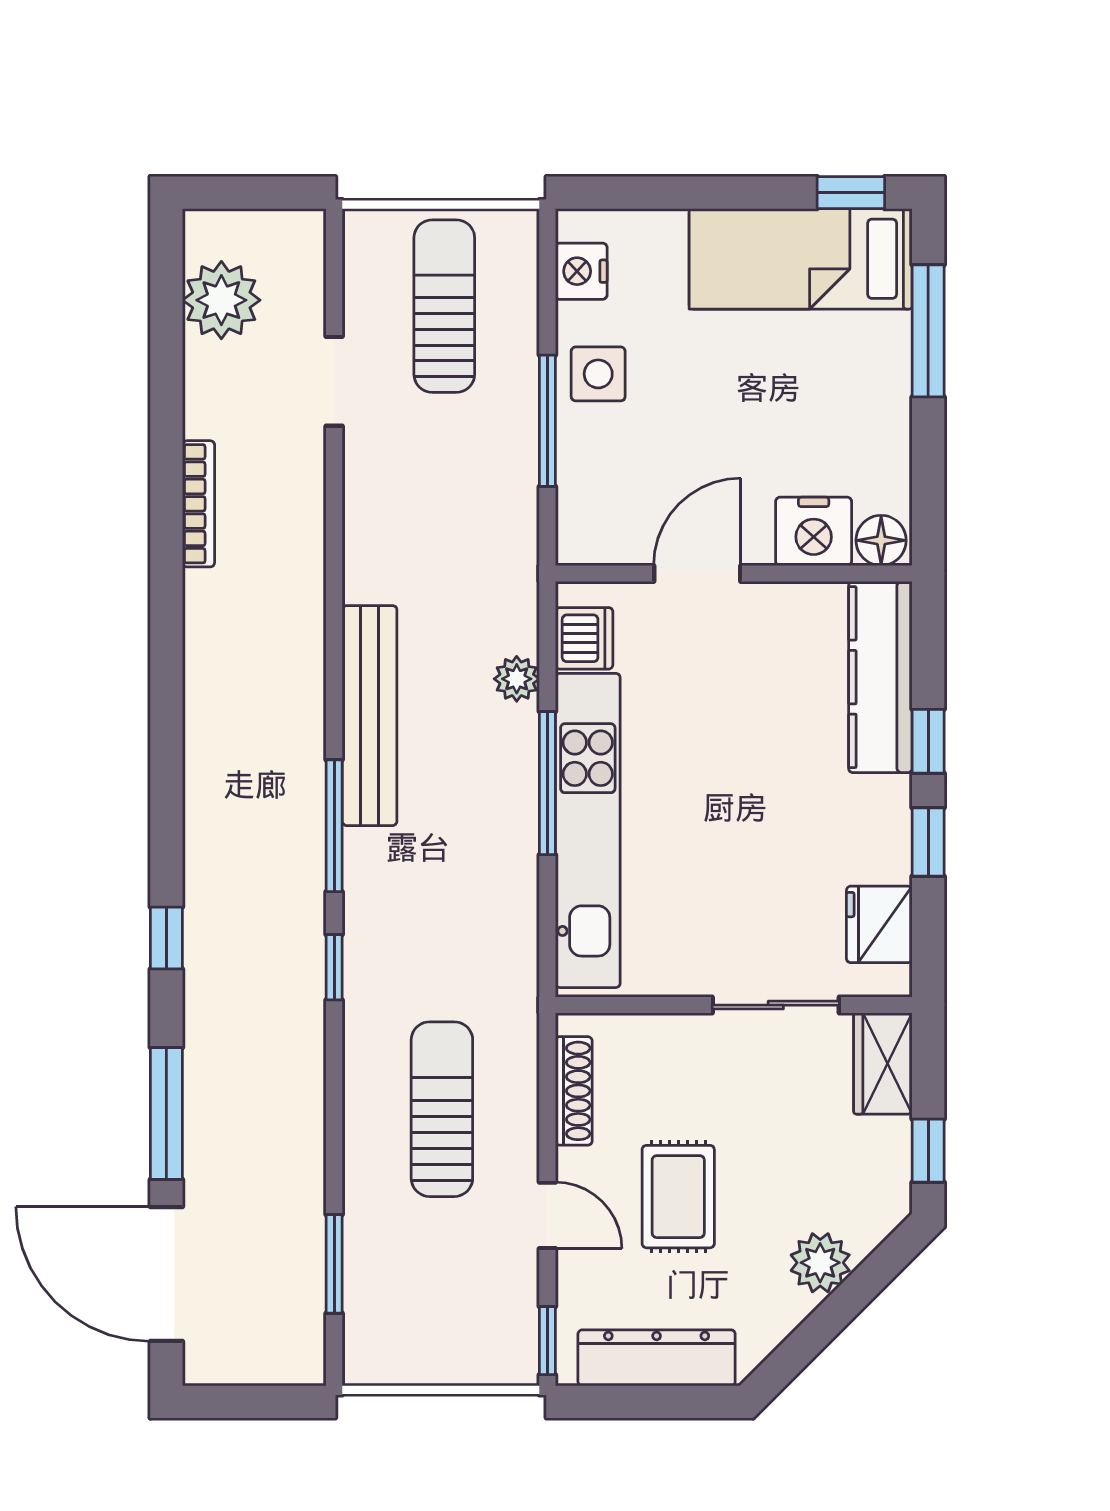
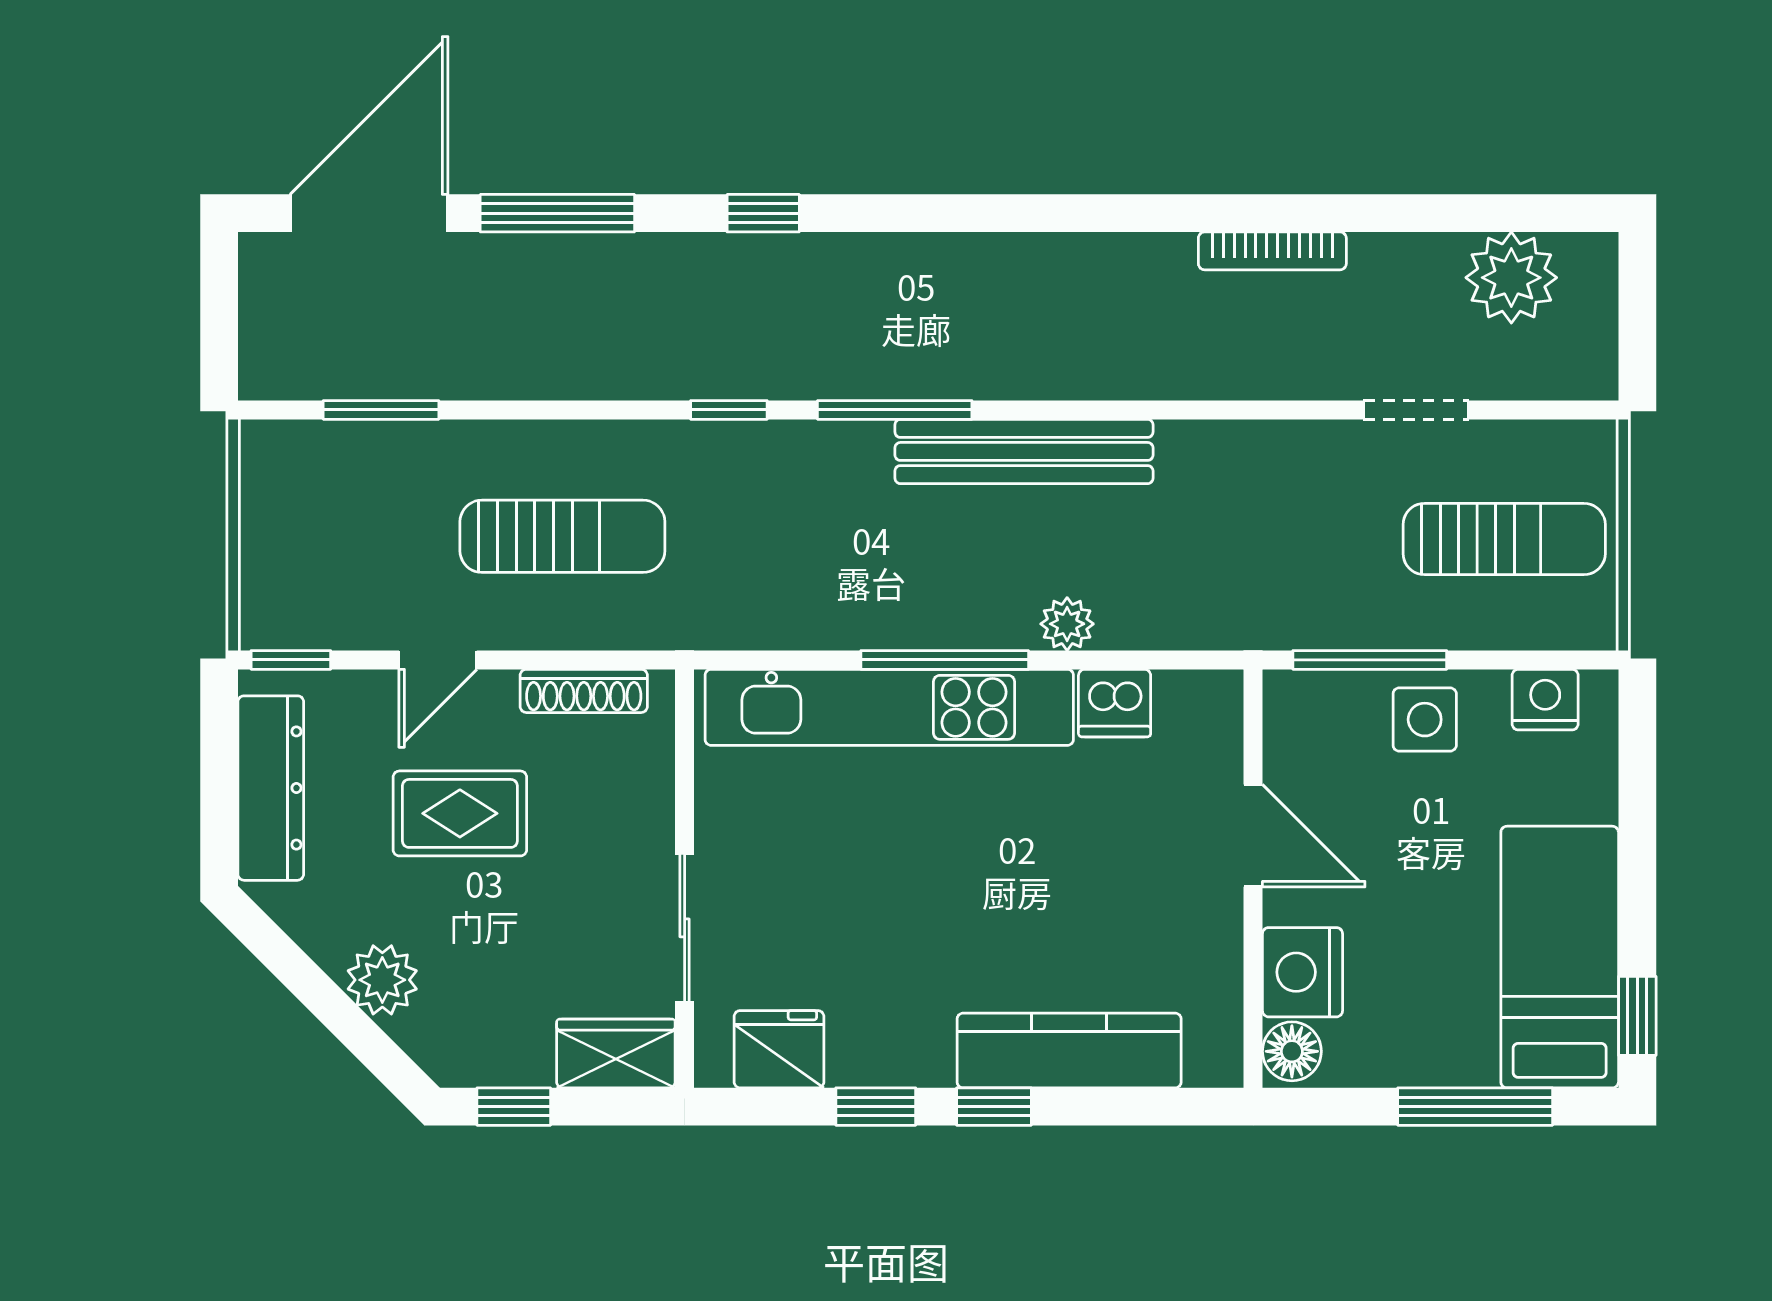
nightstand: (814, 531) -> (1302, 972), moved
floor lamp: (881, 540) -> (1292, 1051), moved
door: (697, 574) -> (1253, 836), moved
wall: (734, 574) -> (1253, 879), moved

